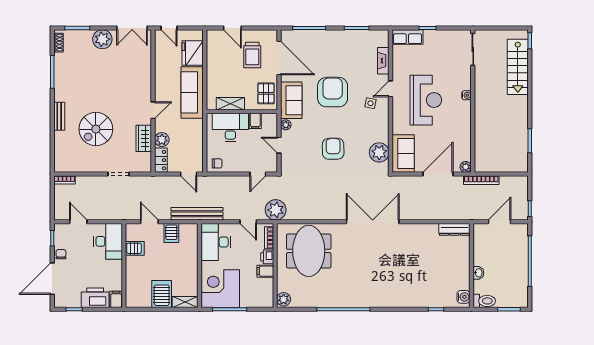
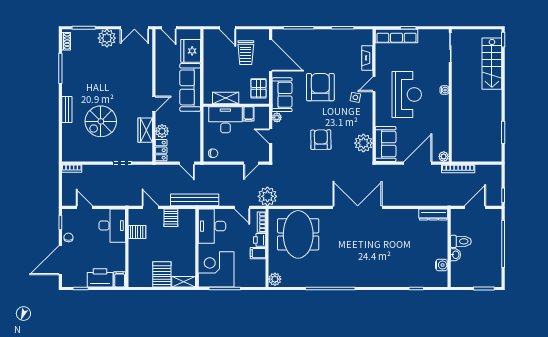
row of seats: (407, 37) -> (396, 36), width x1.48
water cooler: (463, 297) -> (442, 265), moved
toilet: (484, 301) -> (461, 241), moved

